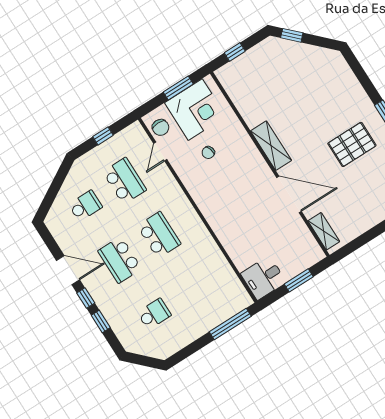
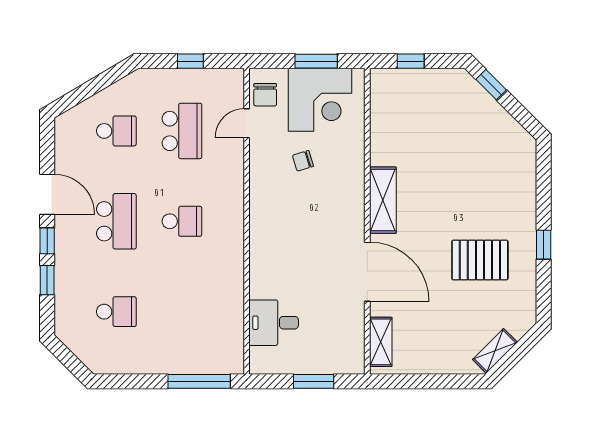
school desk: (159, 235) -> (182, 221), width x0.54
school desk: (120, 260) -> (116, 221), turned 180
desk: (263, 278) -> (274, 323), moved

